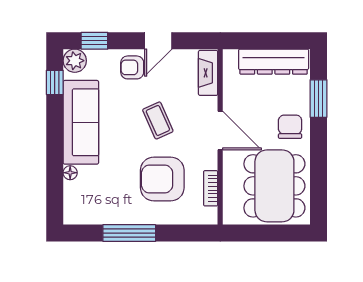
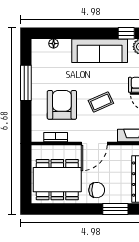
floor lamp: (70, 173) -> (54, 44), moved

